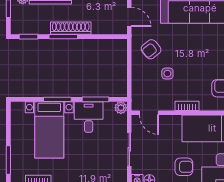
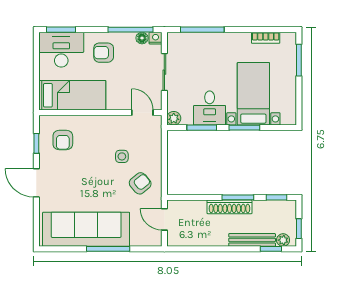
bookcase: (187, 106) -> (100, 121), removed

